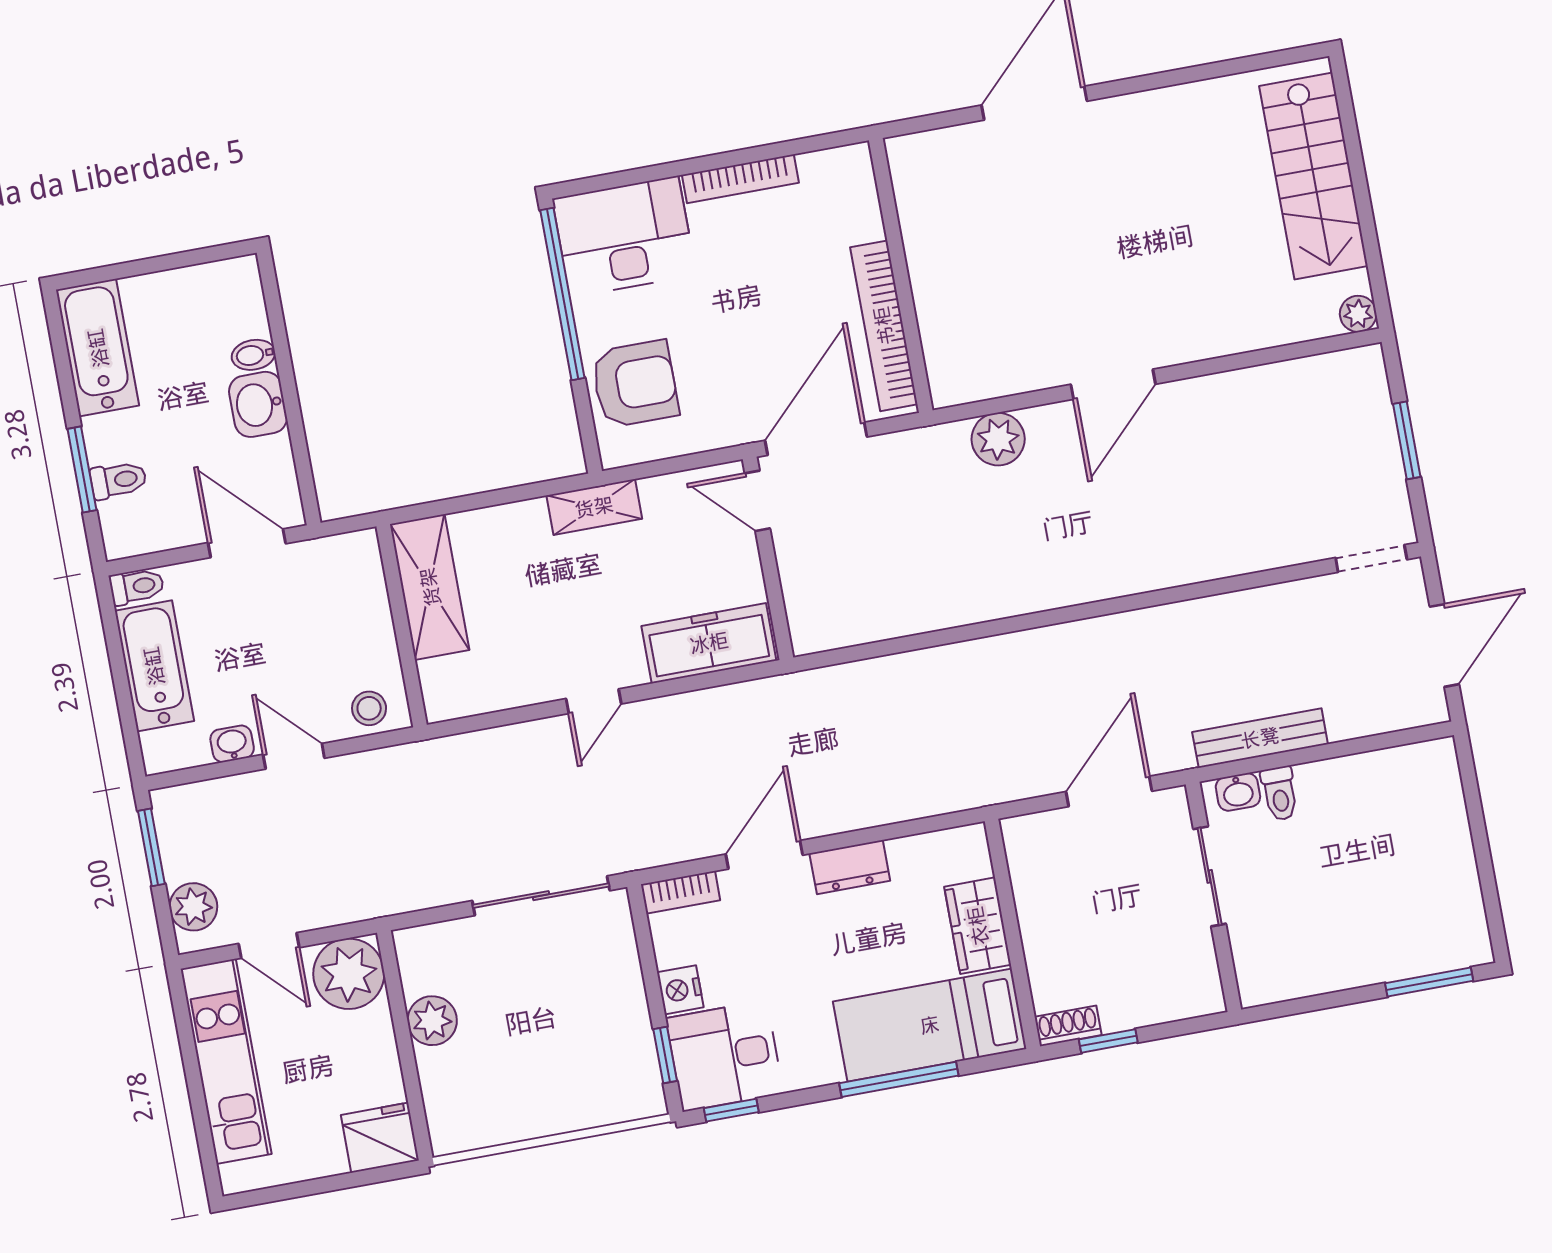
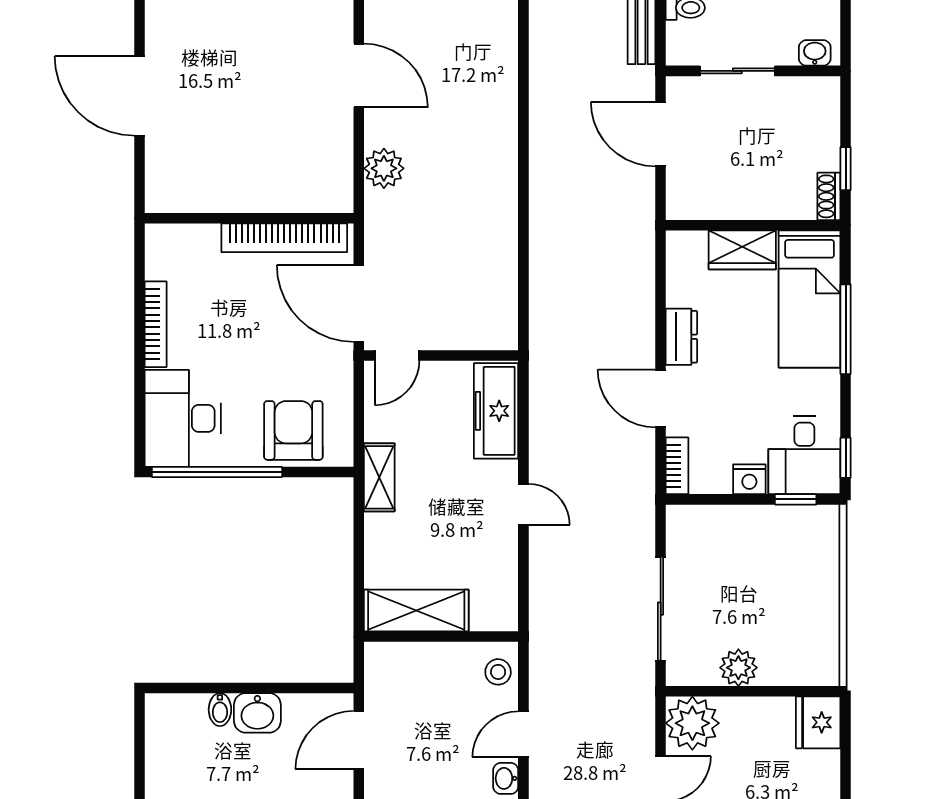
washbasin: (1238, 792) -> (815, 53), moved, turned -90
sliding door: (541, 896) -> (661, 609), moved

